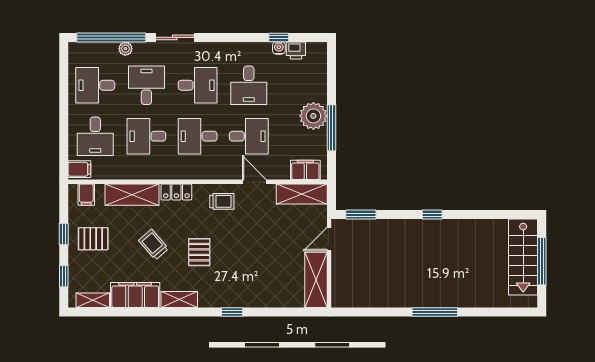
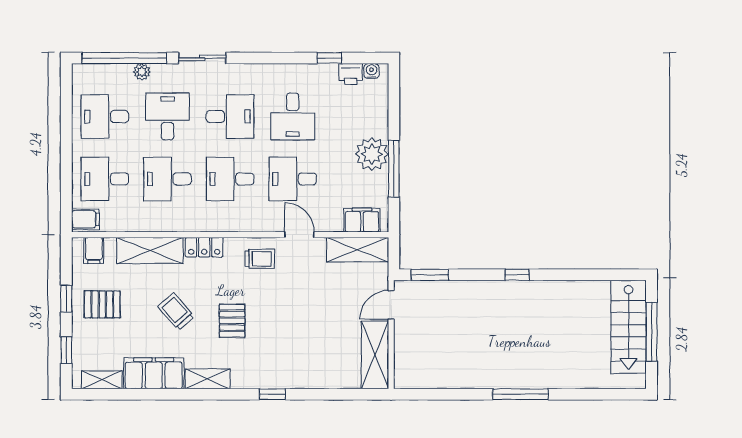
water cooler: (279, 48) -> (371, 71), moved
desk: (95, 136) -> (105, 179), turned 90
desk: (249, 136) -> (293, 179), turned 180

